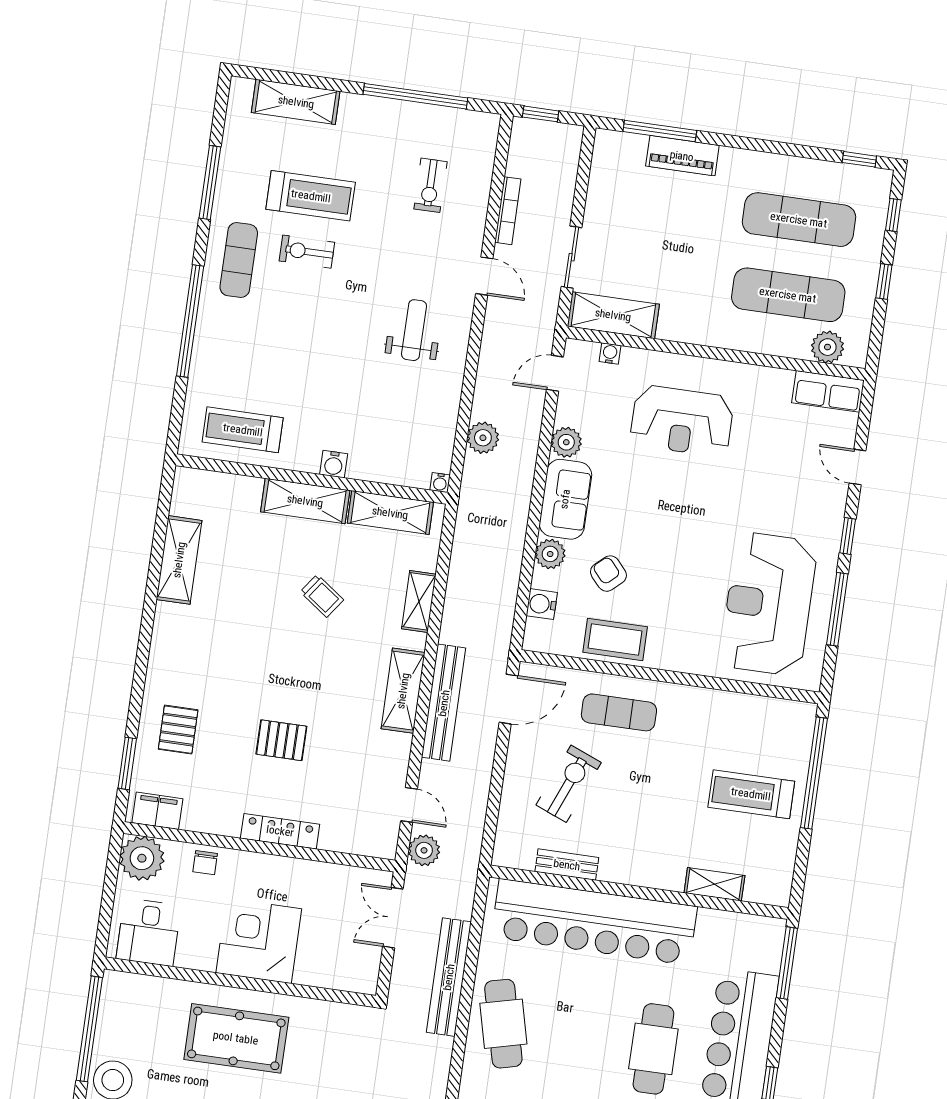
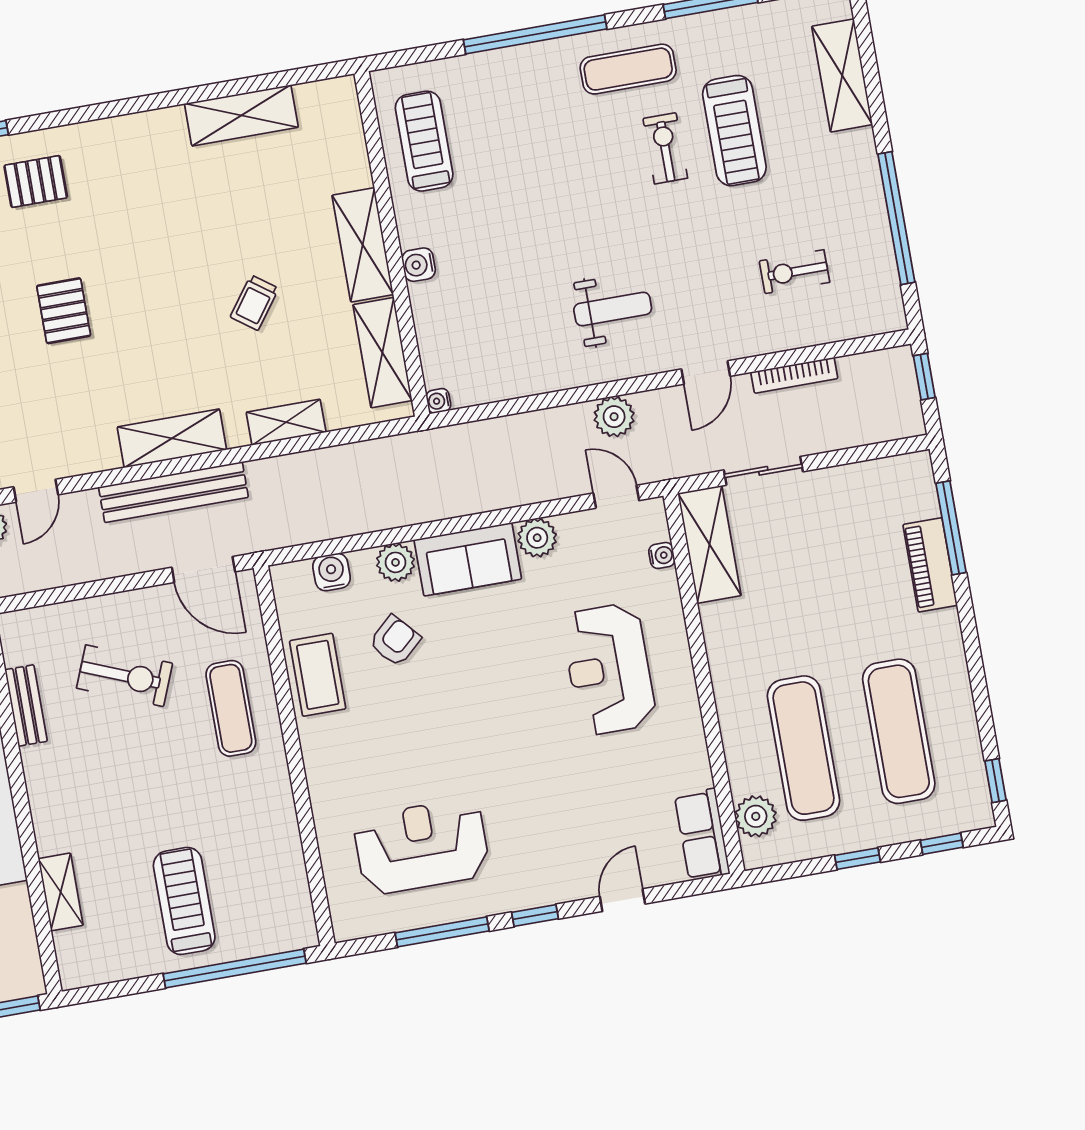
plant: (483, 438) -> (614, 417), moved
reception desk: (768, 604) -> (422, 846), width x0.74, depth x0.77

